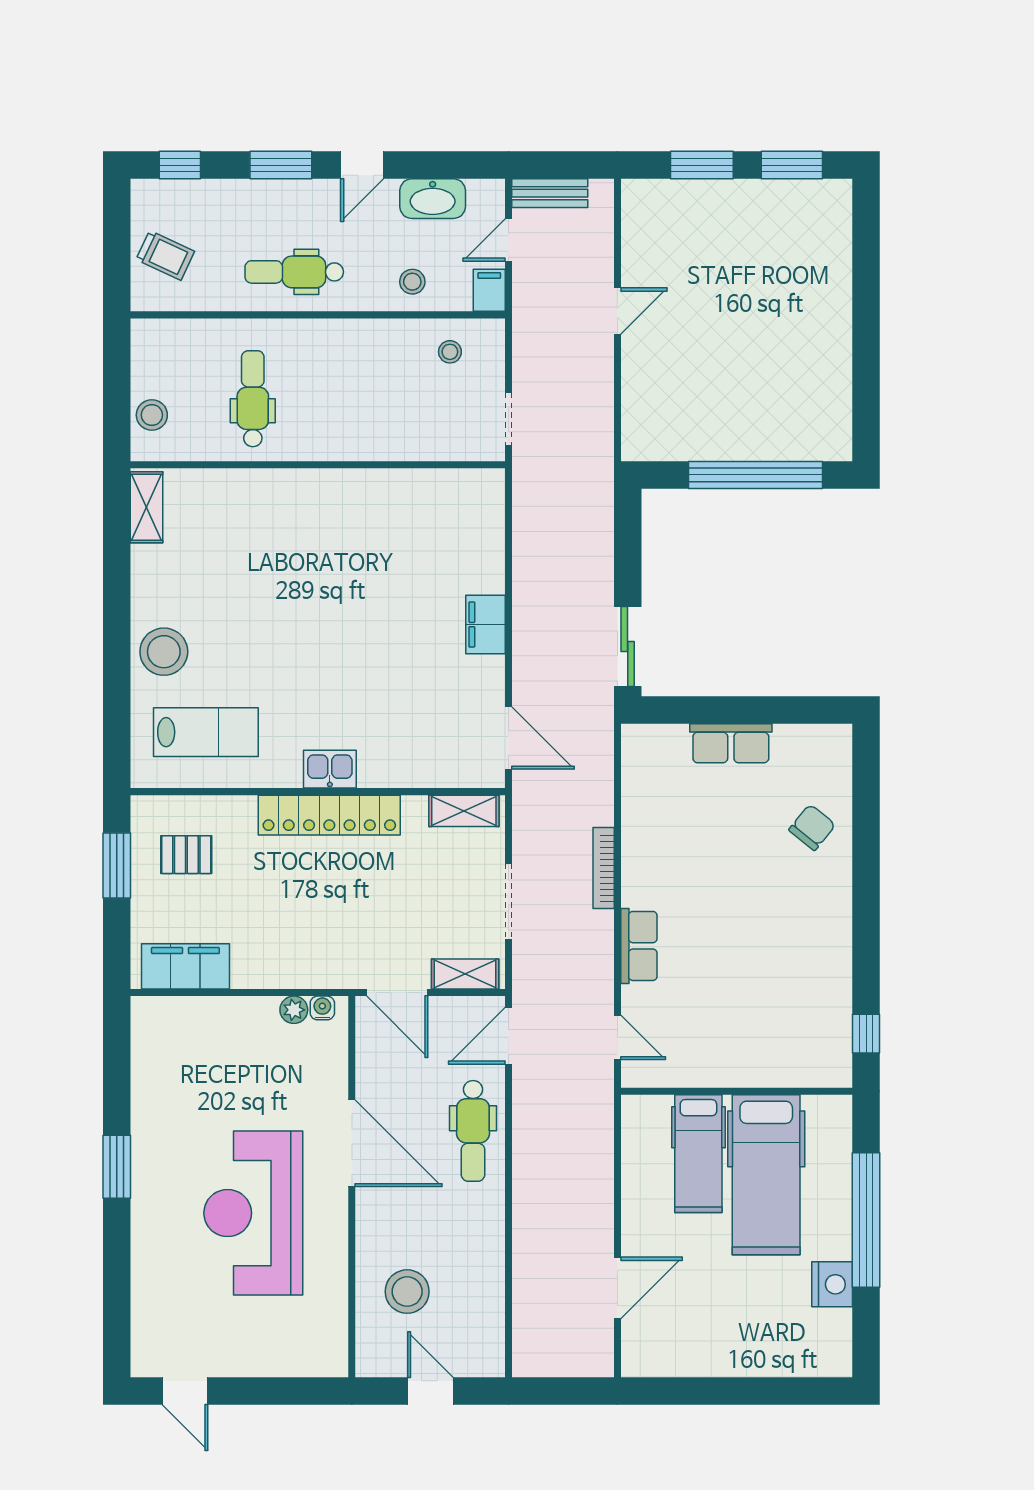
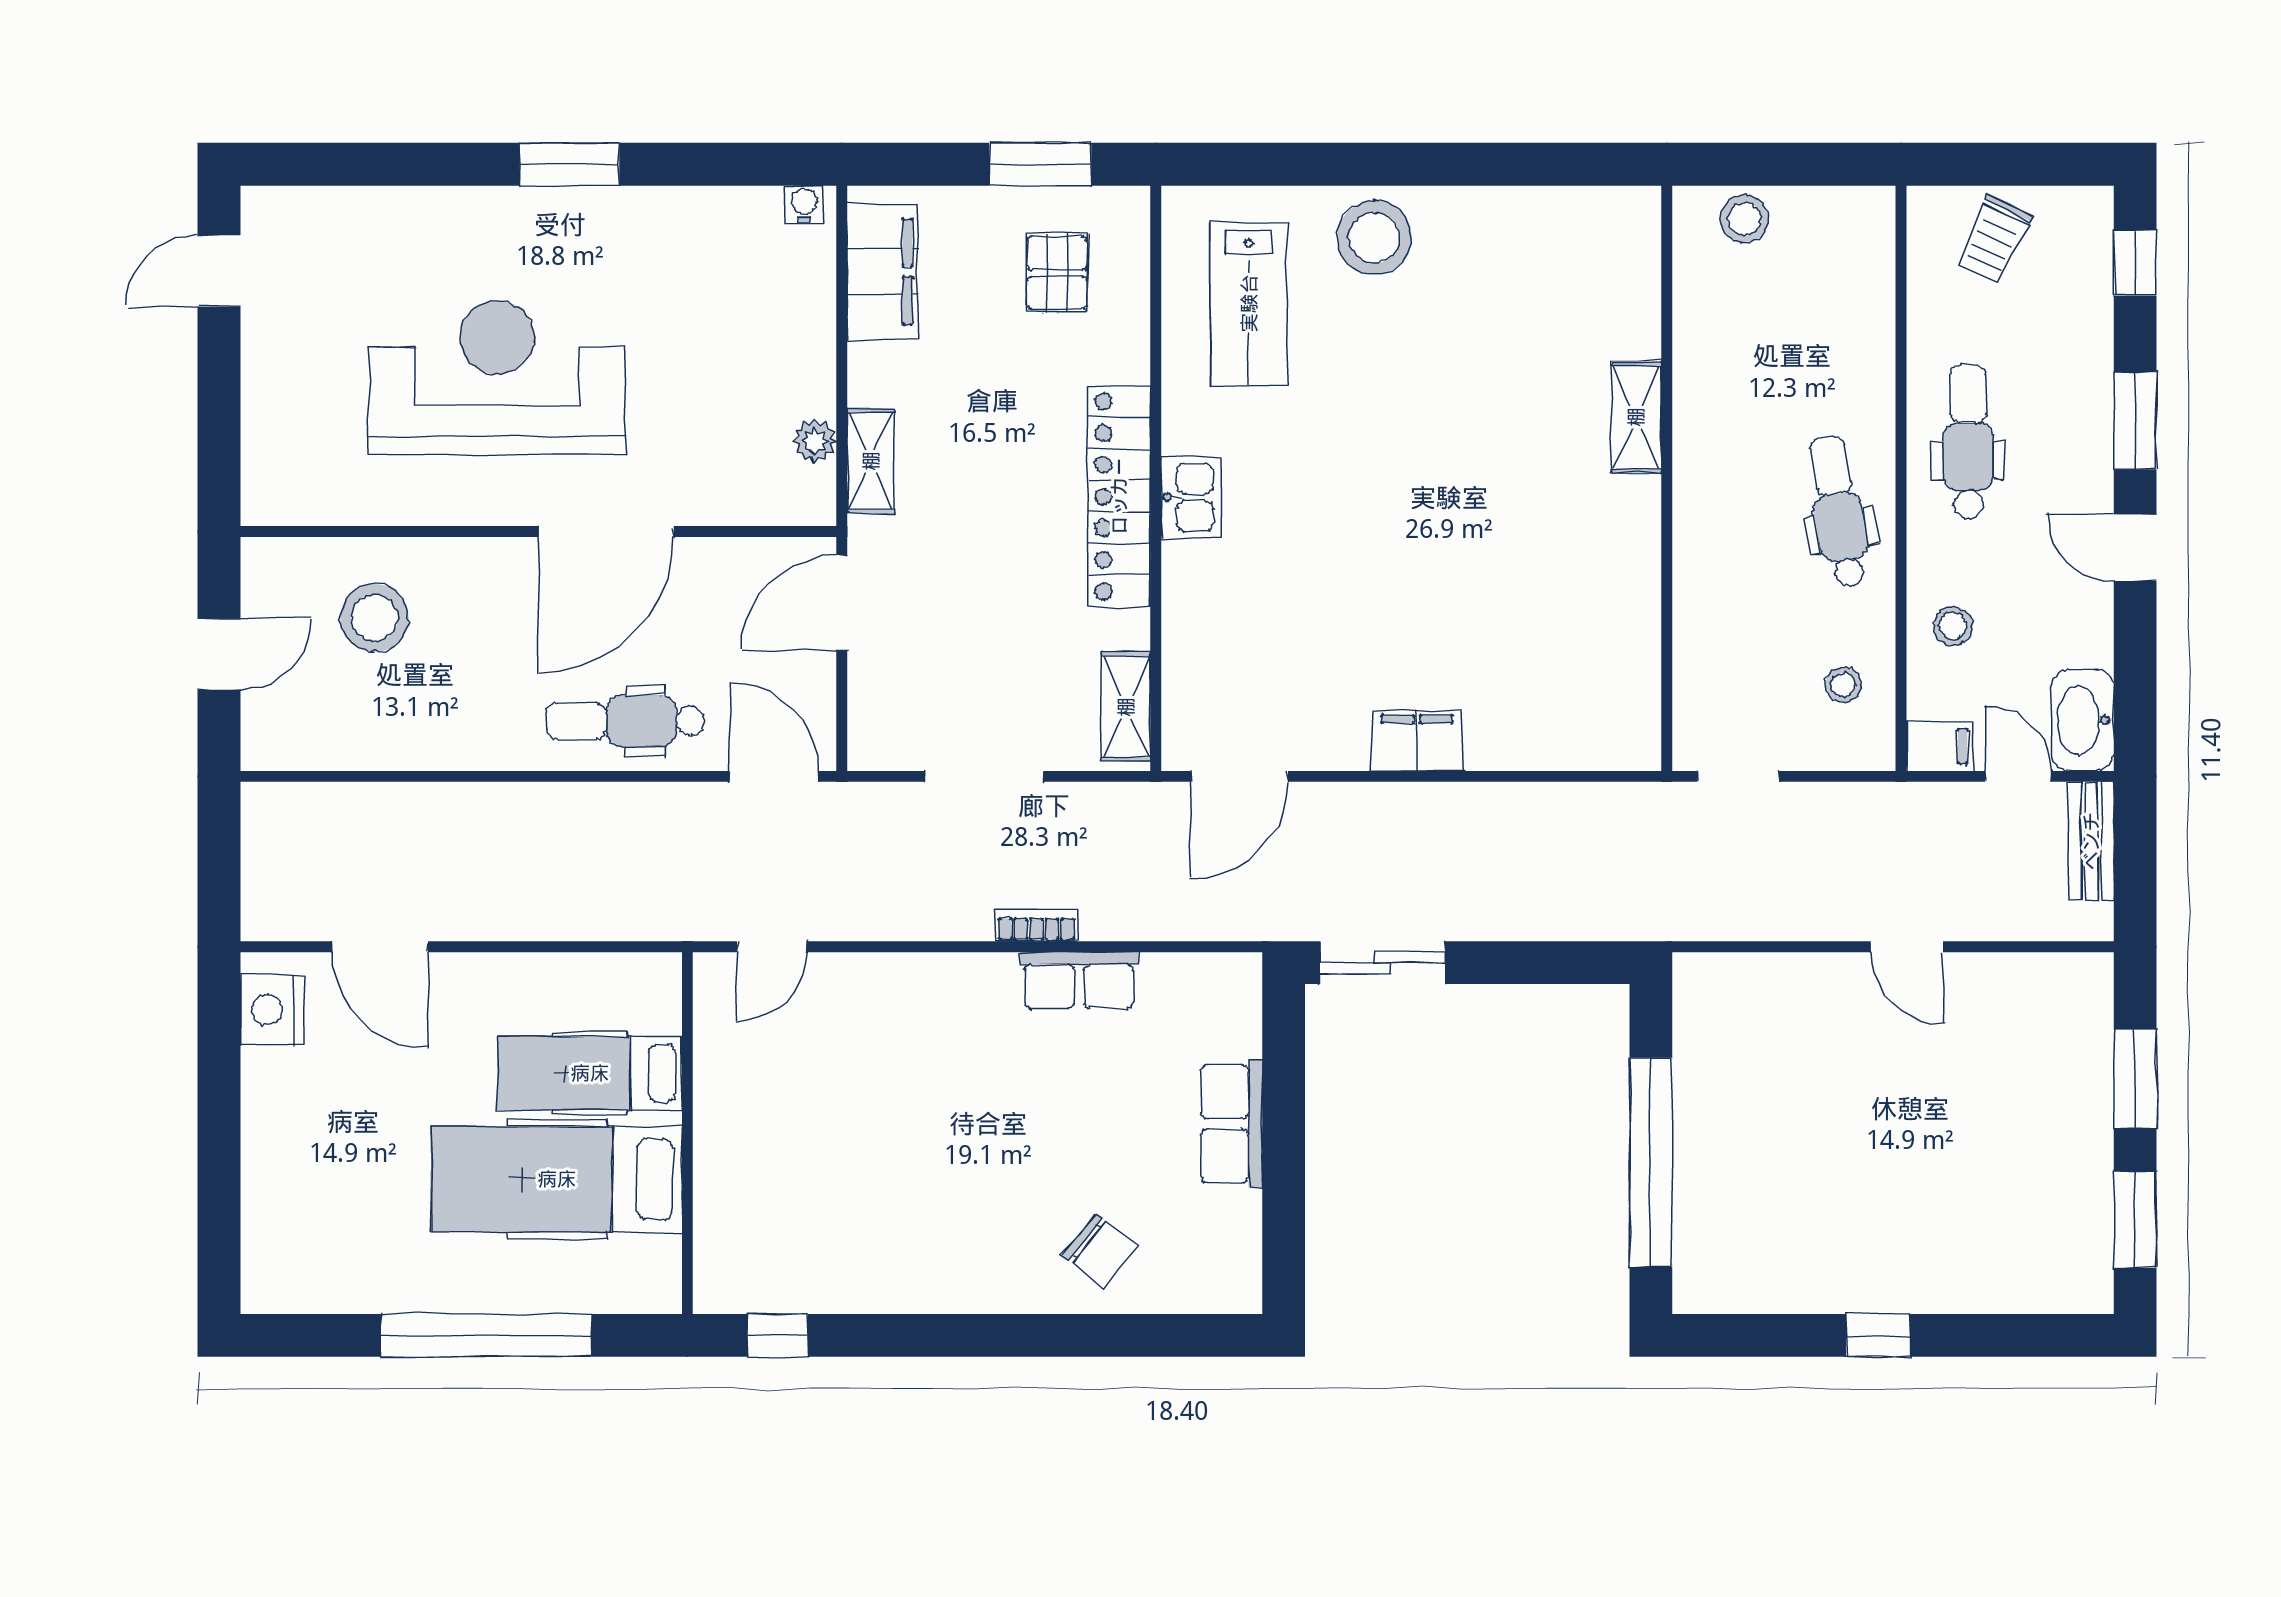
washbasin: (433, 199) -> (2083, 720), moved
window: (866, 330) -> (1878, 1335), added
dental chair: (253, 399) -> (1838, 512), moved, turned -100
shelving: (147, 507) -> (1636, 417), moved, turned 90
bookcase: (604, 868) -> (1036, 925), width x0.64
row of seats: (639, 946) -> (1079, 980), moved
shelving: (465, 974) -> (871, 461), moved
water cooler: (322, 1008) -> (805, 204), moved, turned -90
nightstand: (832, 1284) -> (272, 1010), moved, turned 90

